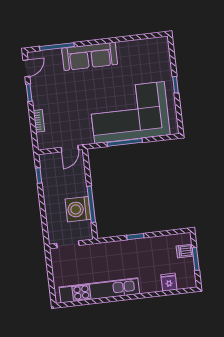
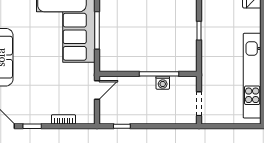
door: (70, 149) -> (97, 90), hinge flipped
washing machine: (78, 209) -> (163, 83), width x0.53, depth x0.53

